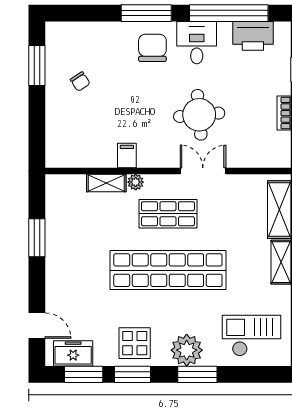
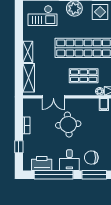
chair: (152, 48) -> (91, 158), turned 90
double door: (203, 171) -> (53, 97), moved

